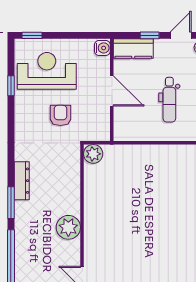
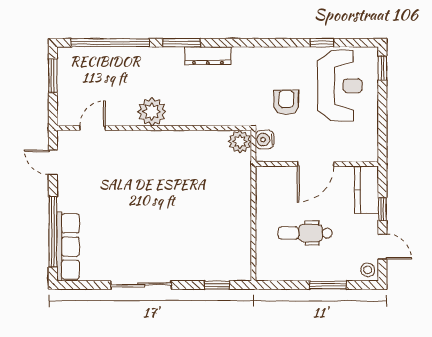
water cooler: (102, 48) -> (265, 140), moved, turned 90
armchair: (60, 115) -> (286, 102), turned -90

